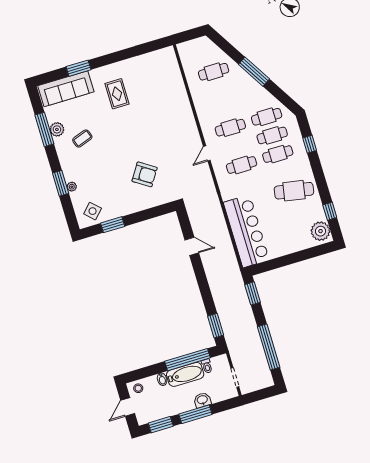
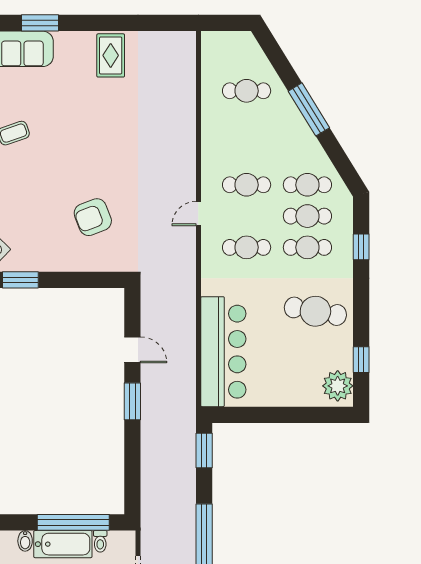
rug: (117, 94) -> (111, 55), moved
armchair: (145, 174) -> (93, 217), turned 126
window: (216, 326) -> (132, 401), moved

